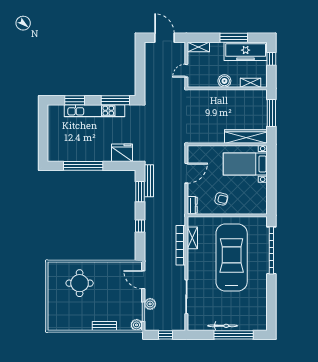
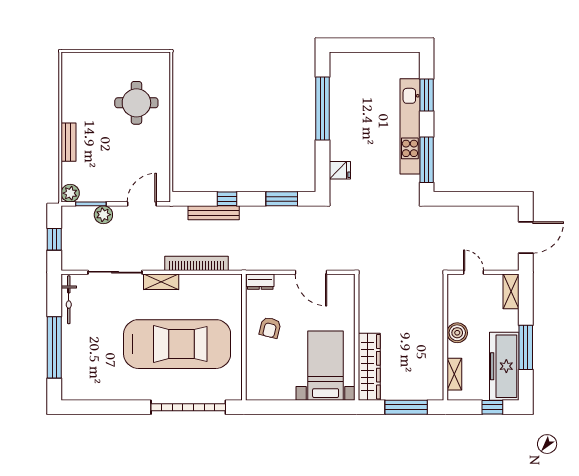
fridge: (122, 153) -> (340, 170), width x0.53, depth x0.75
bench: (149, 181) -> (214, 213), moved
shelving: (192, 238) -> (161, 282), moved
bicycle: (223, 326) -> (69, 300), moved

